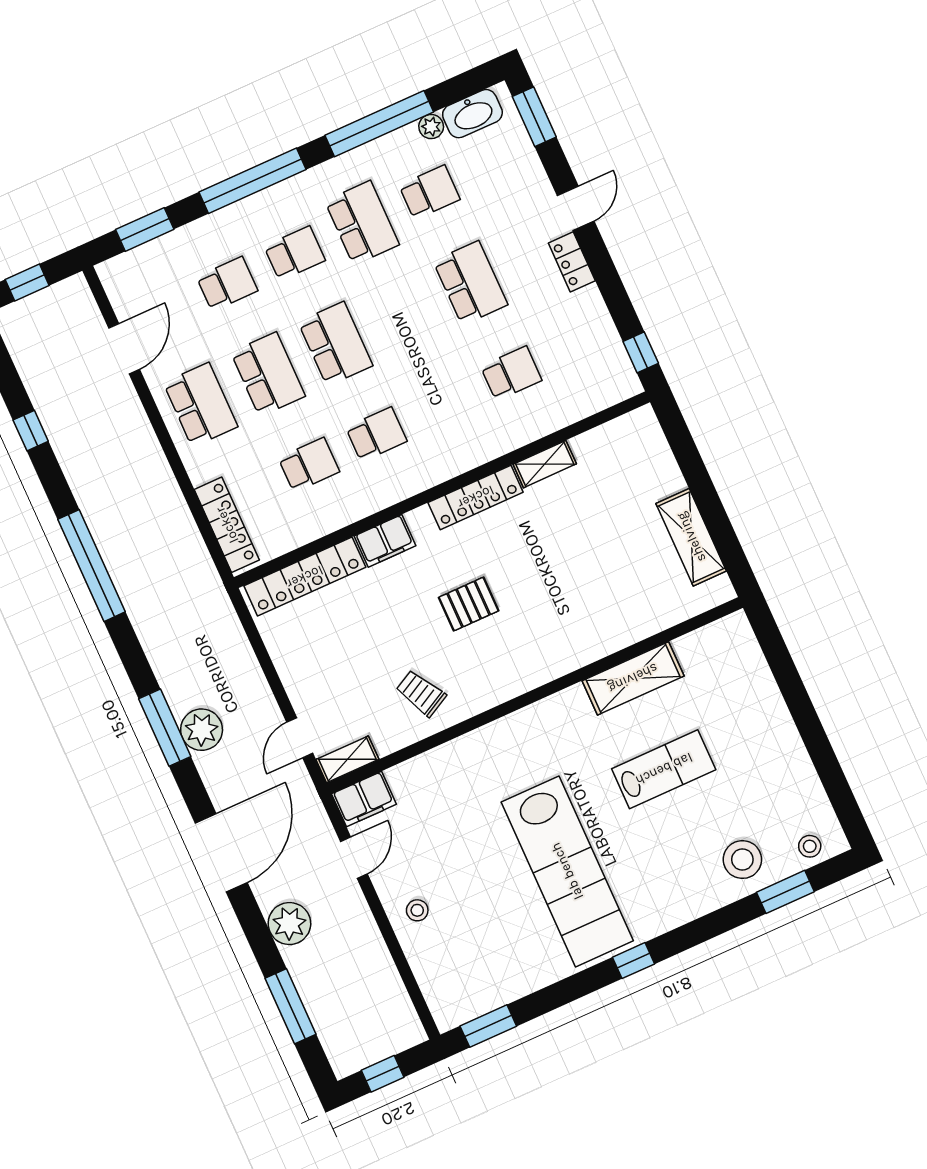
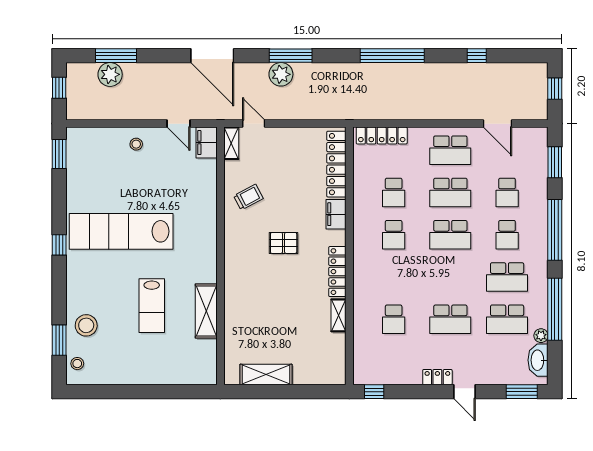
school desk: (429, 192) -> (507, 319), width x1.85
pallet: (469, 604) -> (284, 243), turned 90
plant: (289, 924) -> (110, 74), moved

